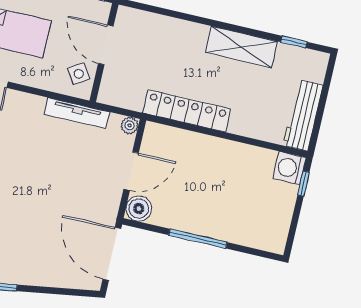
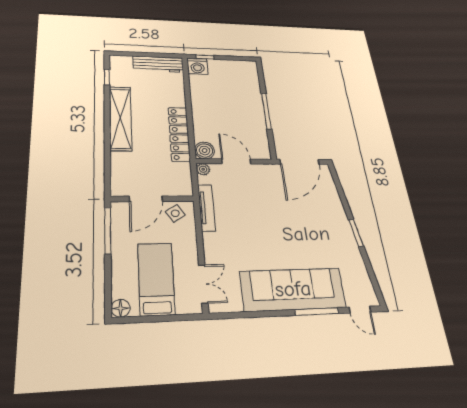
shelving: (241, 47) -> (120, 118), width x1.47
boiler: (139, 209) -> (205, 150), moved

